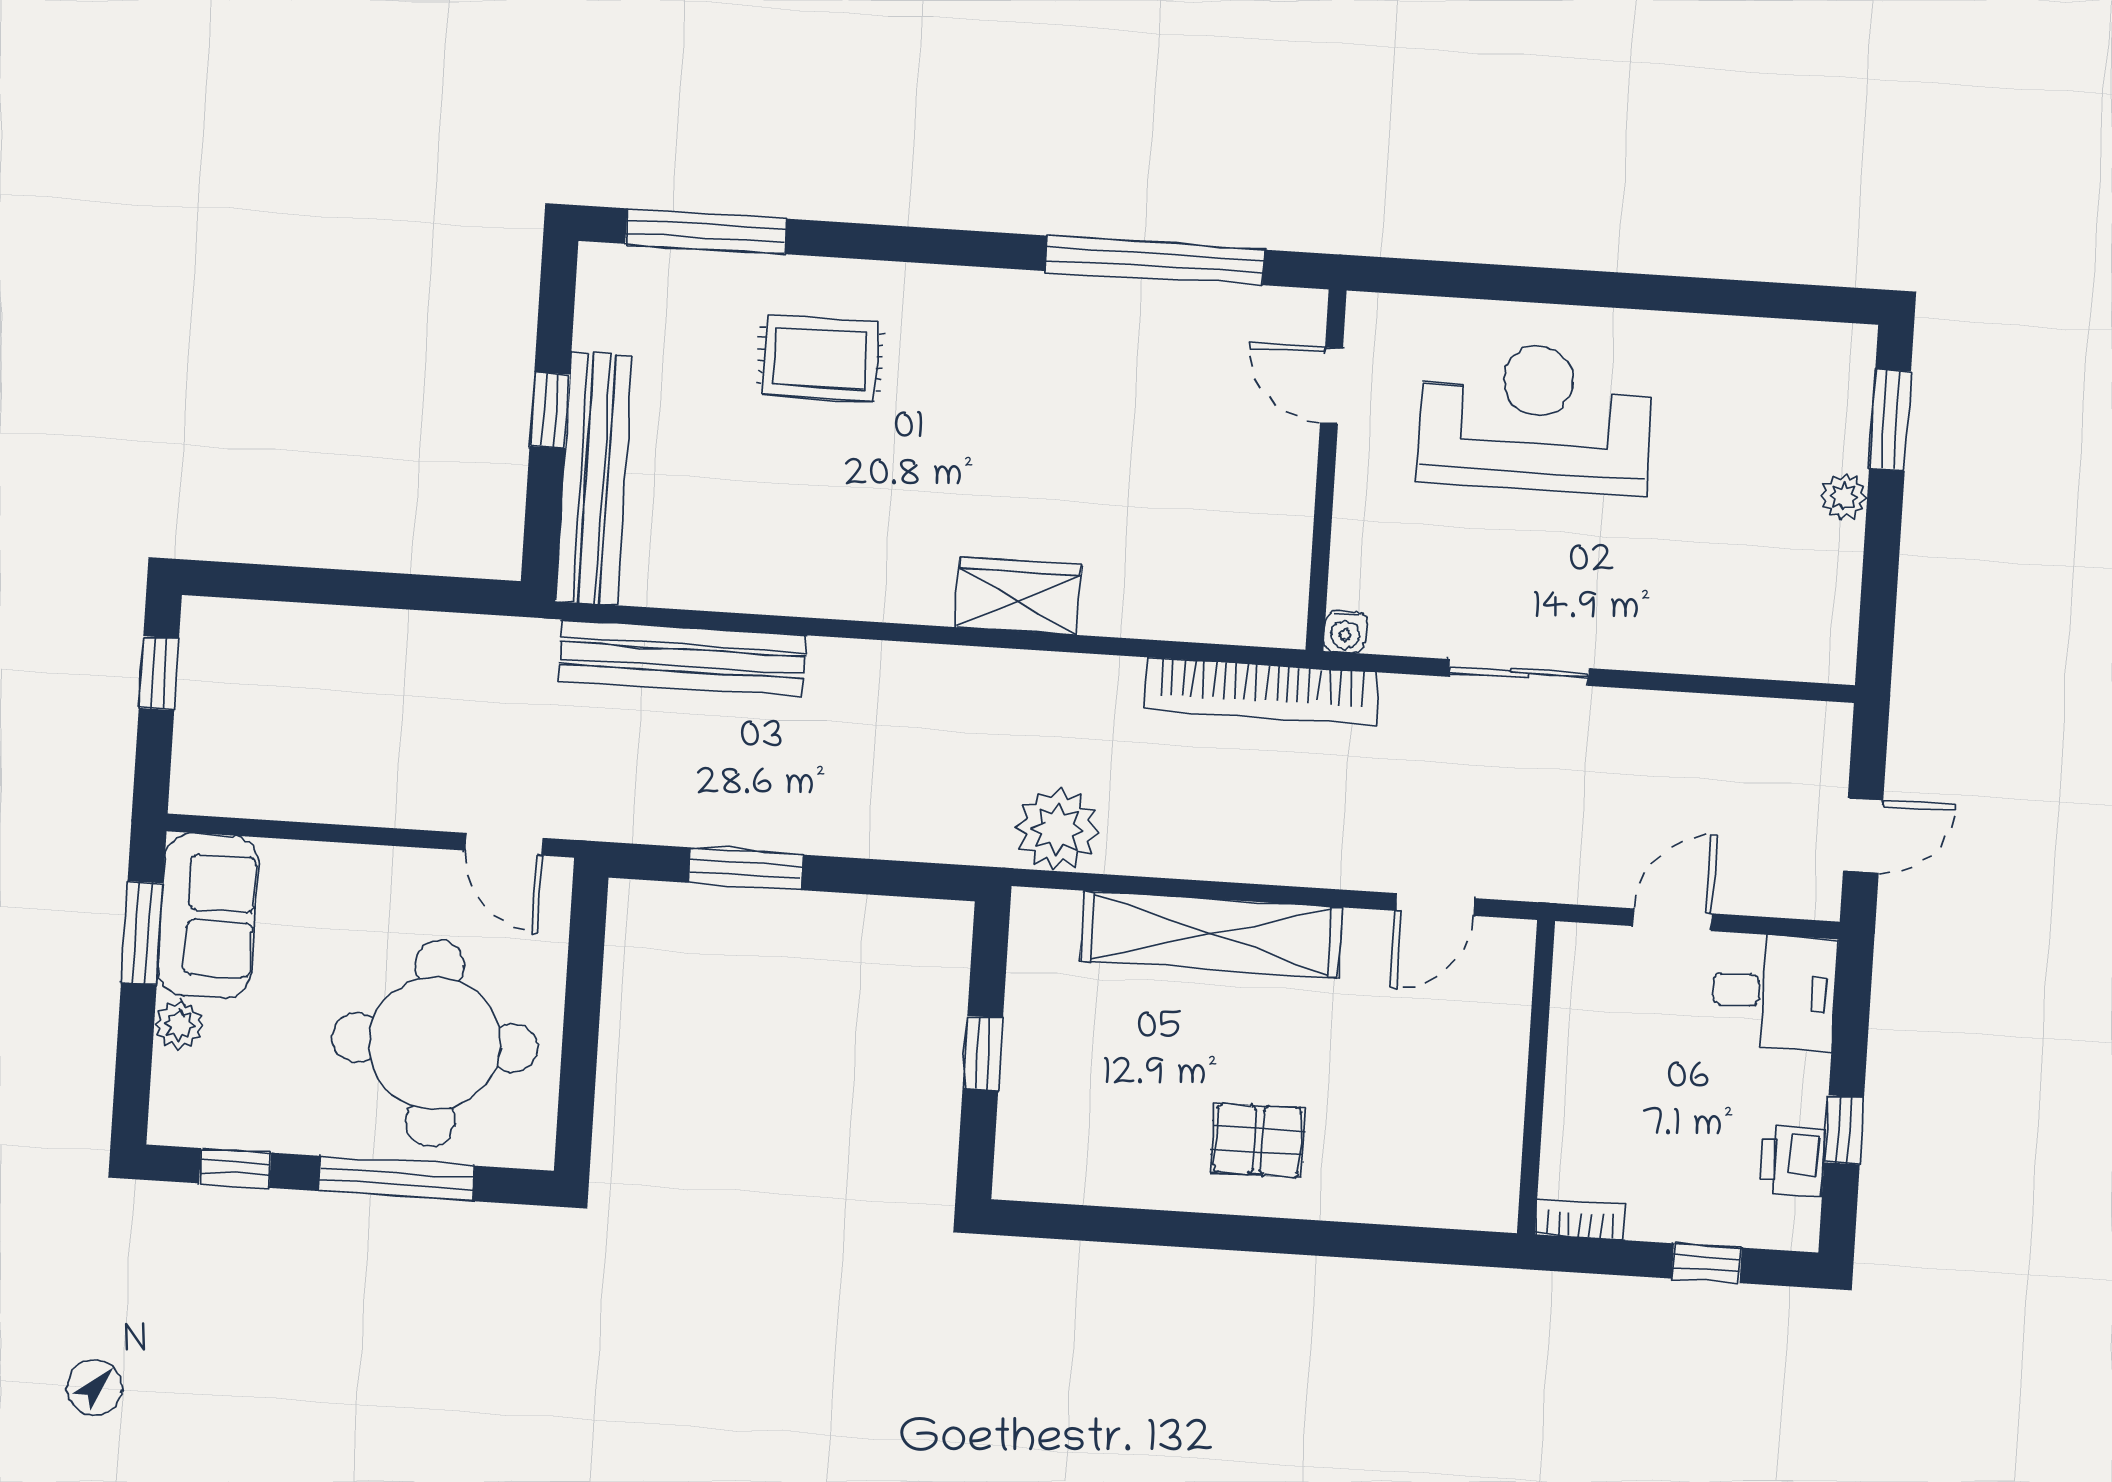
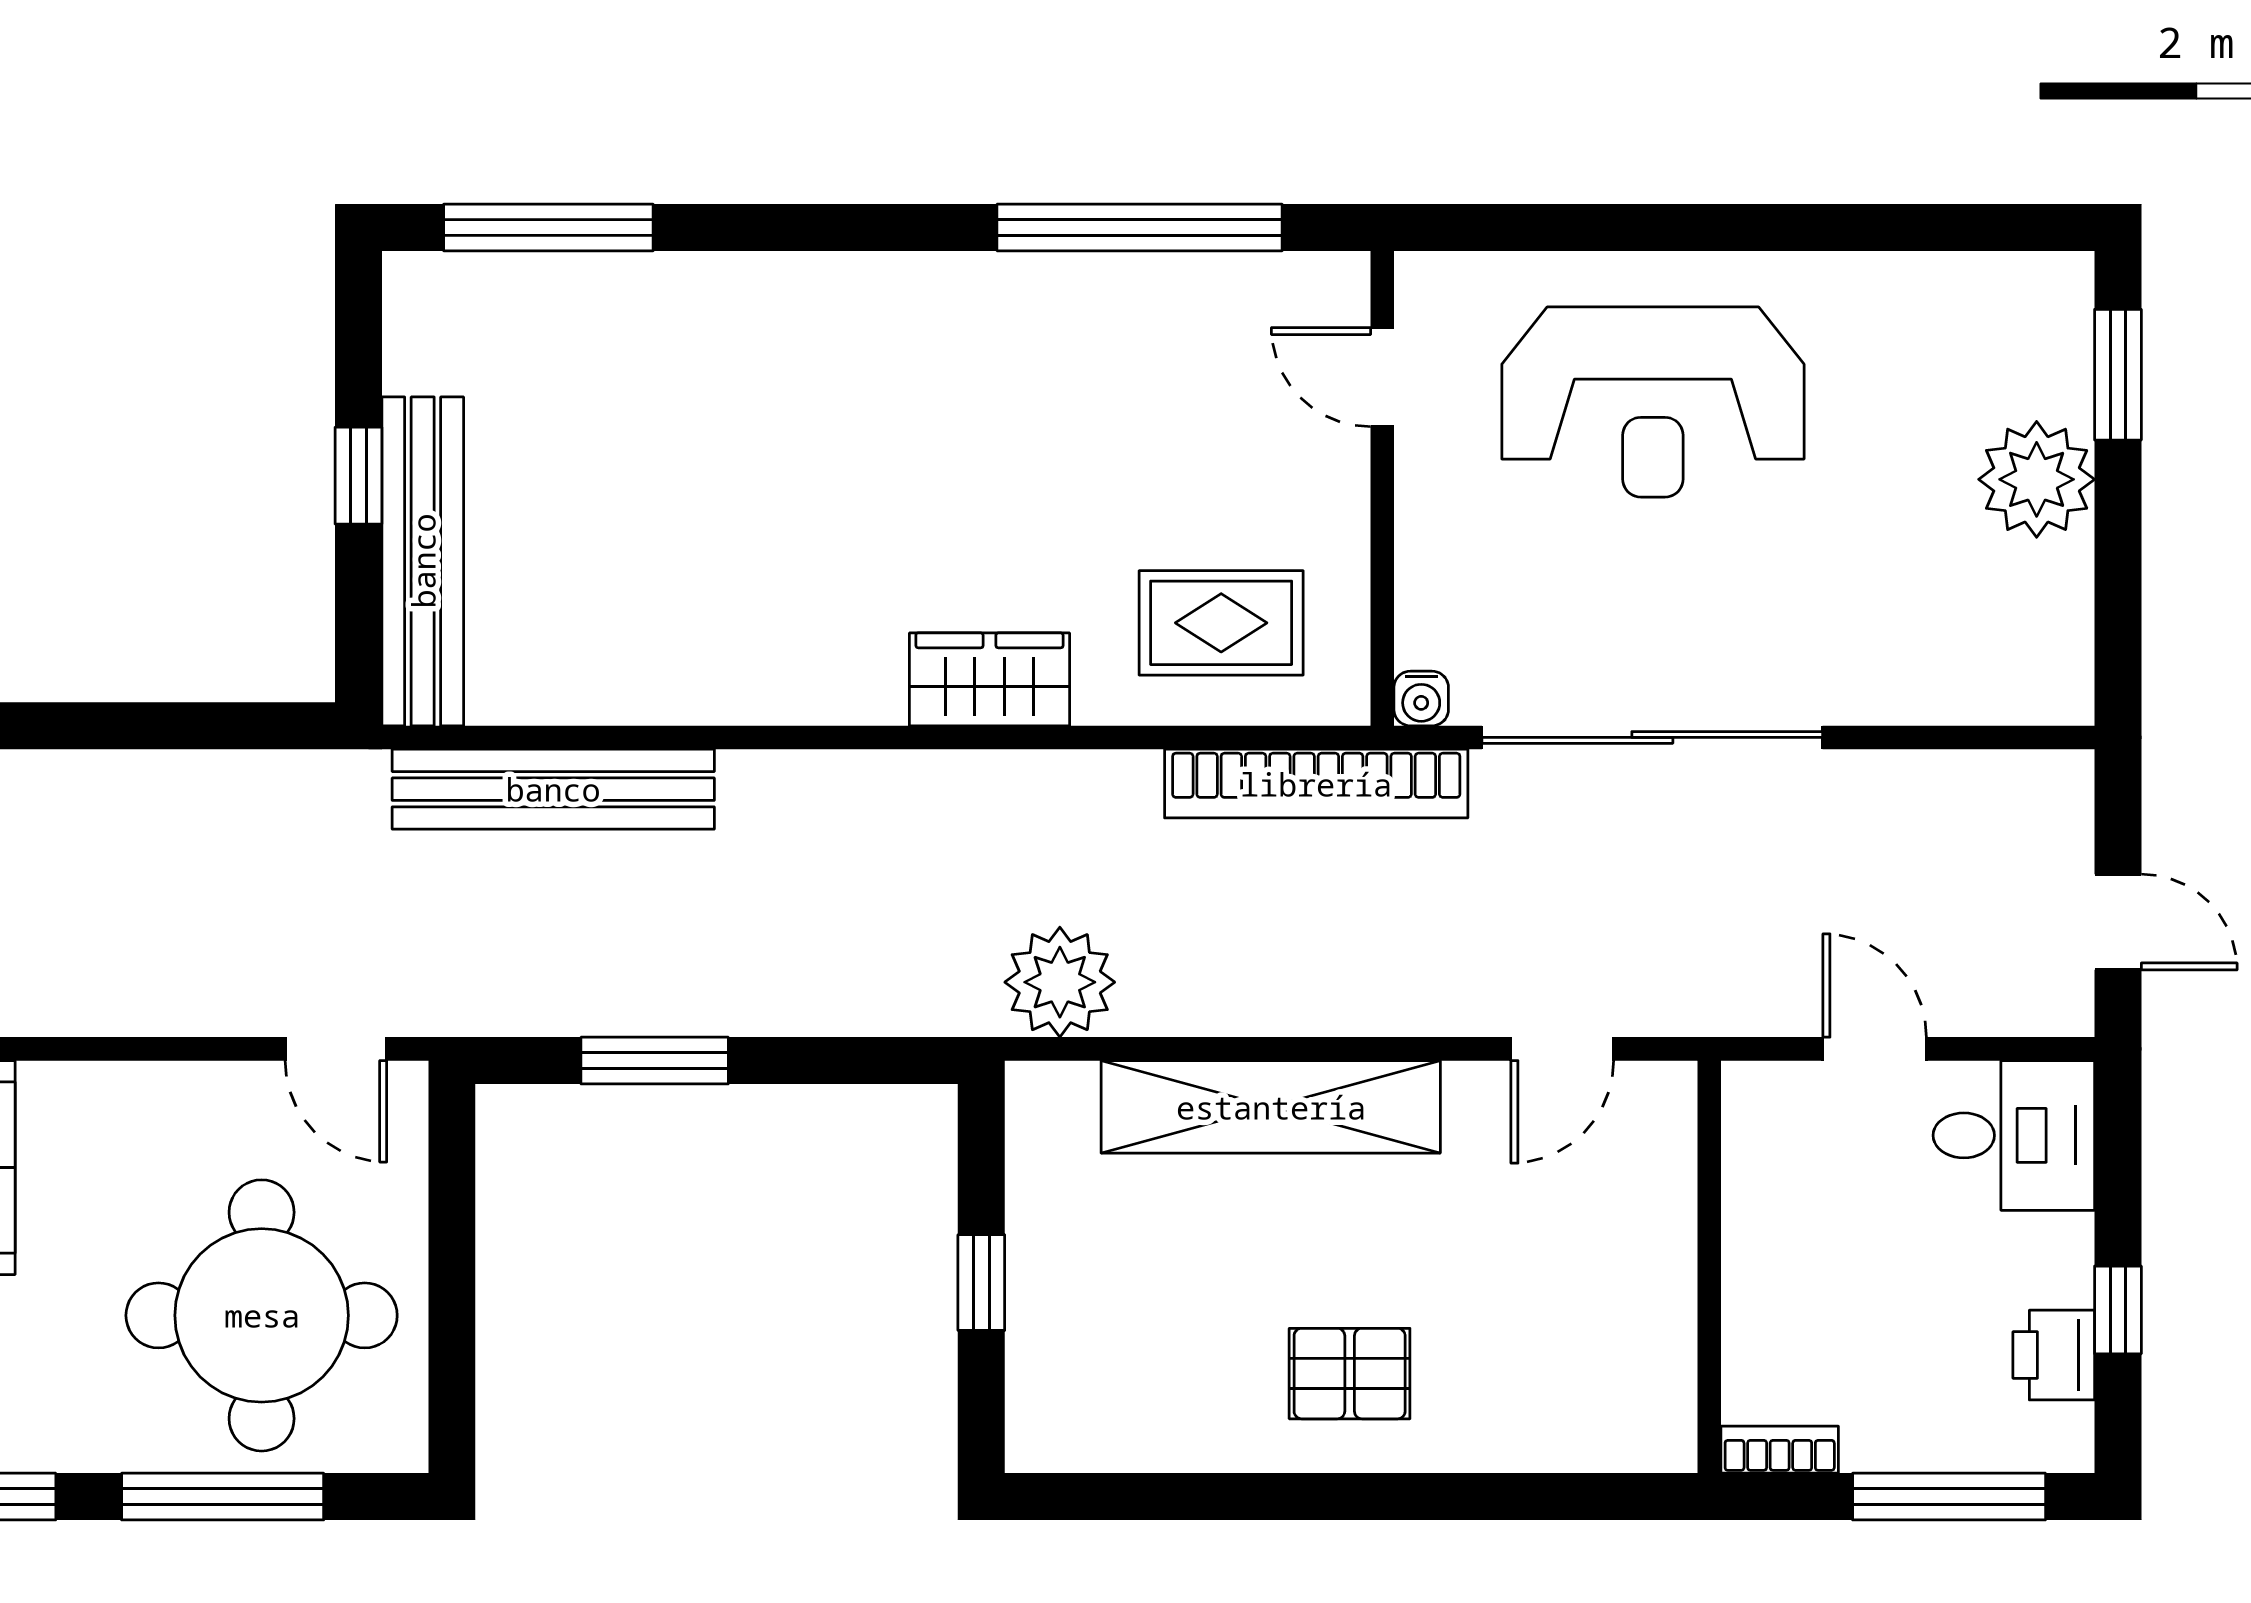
rug: (820, 359) -> (1221, 623), moved
reception desk: (1536, 418) -> (1653, 402), turned 180
plant: (1844, 497) -> (2037, 479), width x1.88, depth x1.88
sliding door: (1519, 672) -> (1652, 737), width x1.86
door: (1863, 835) -> (2118, 922), hinge flipped
door: (1672, 920) -> (1875, 1049), hinge flipped
window: (1707, 1263) -> (1949, 1497), width x2.17

